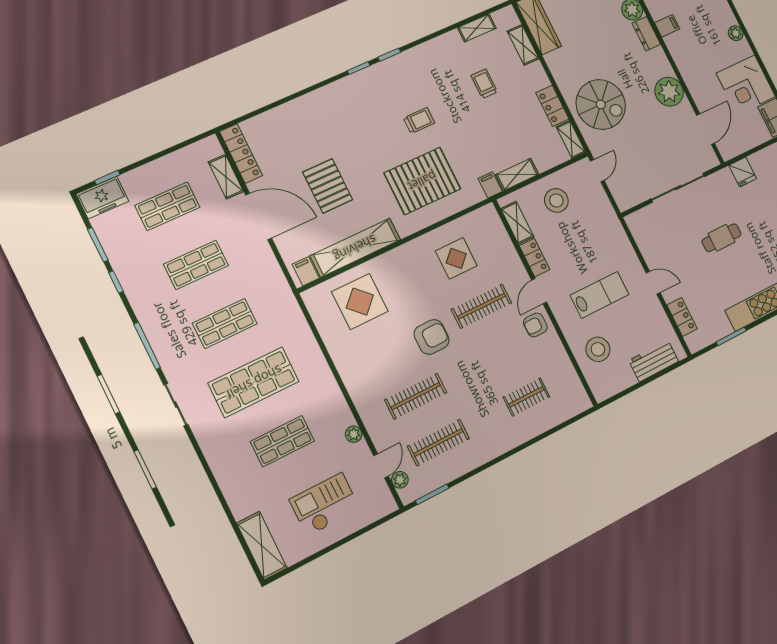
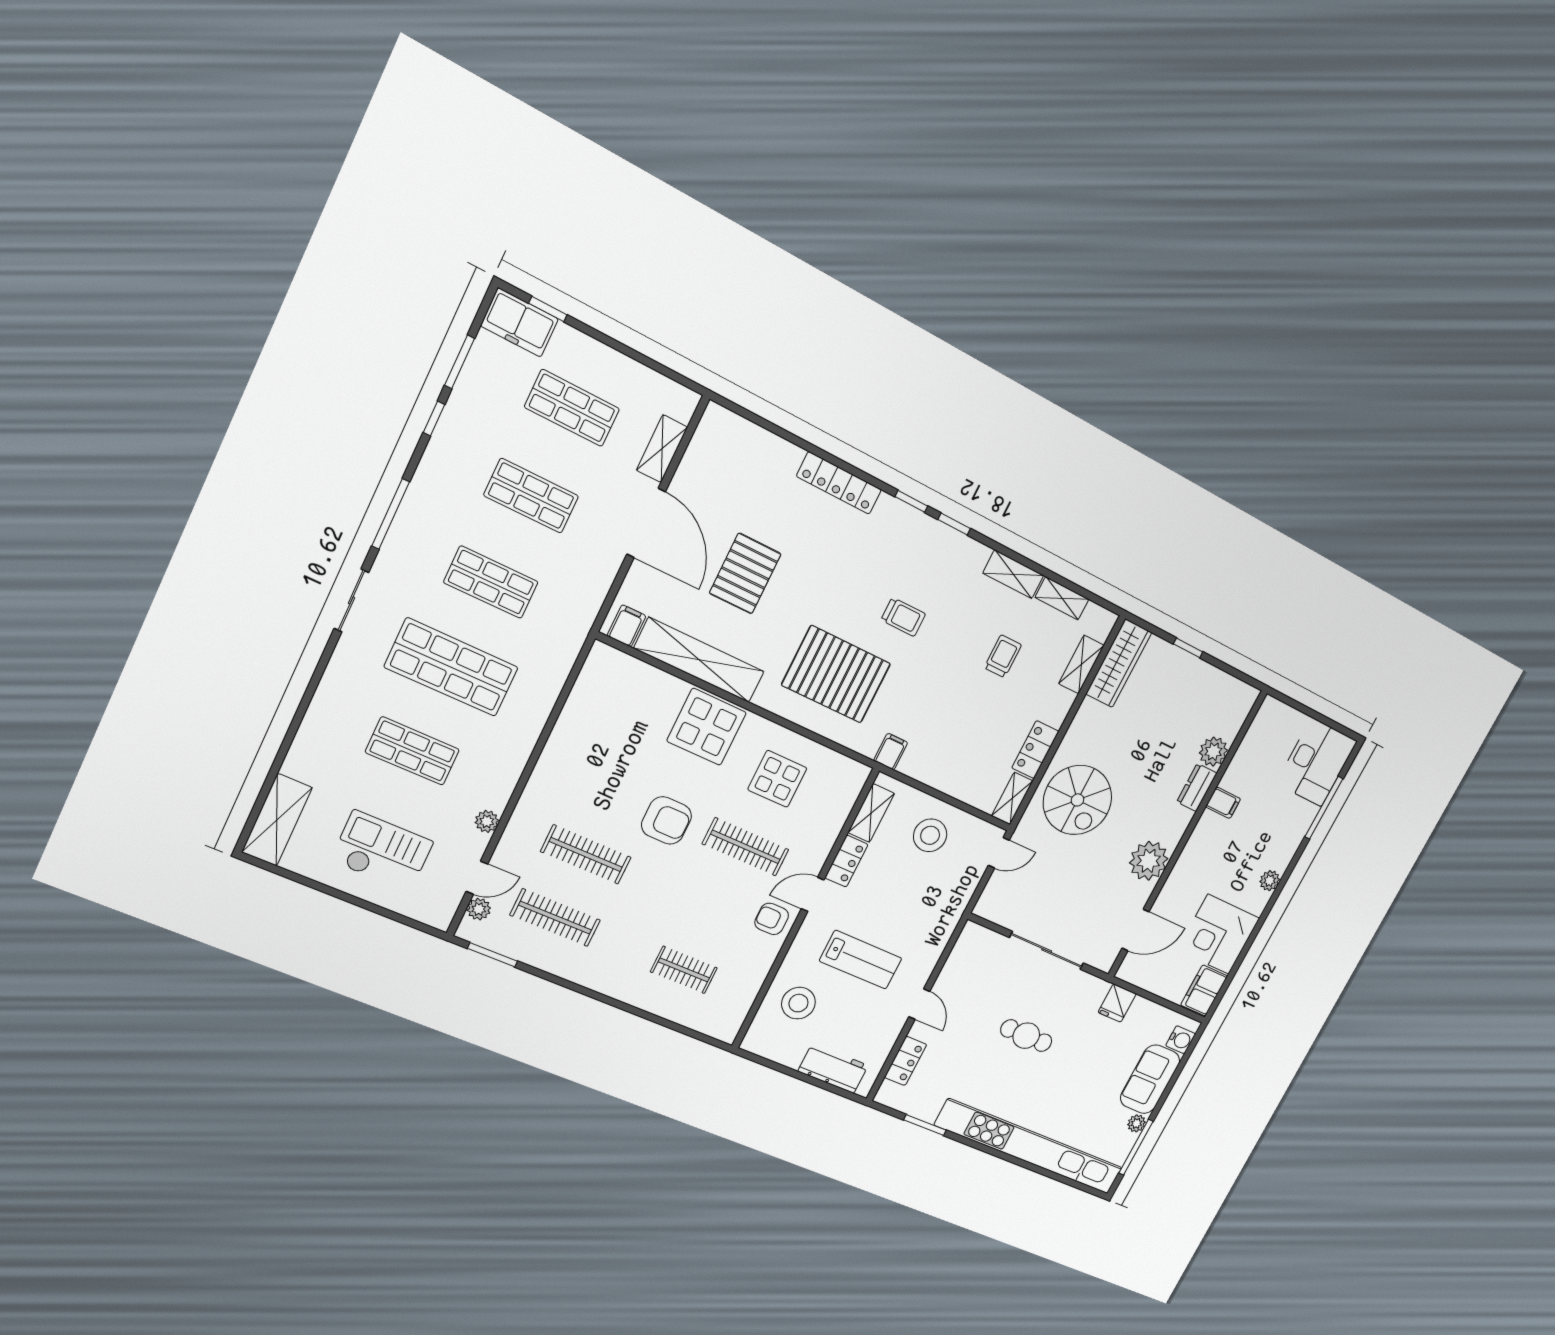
locker: (241, 153) -> (839, 483), moved, turned 90
shelving: (517, 174) -> (1013, 574), moved
display table: (360, 302) -> (707, 727), moved

